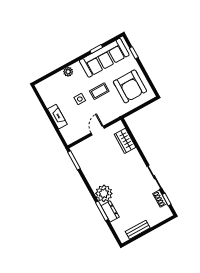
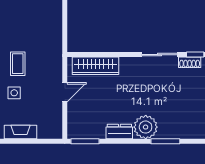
armchair: (130, 86) -> (33, 23), removed
door: (98, 131) -> (65, 92), swing flipped
wardrobe: (125, 141) -> (96, 66), width x1.50
dresser: (110, 211) -> (119, 131), moved

